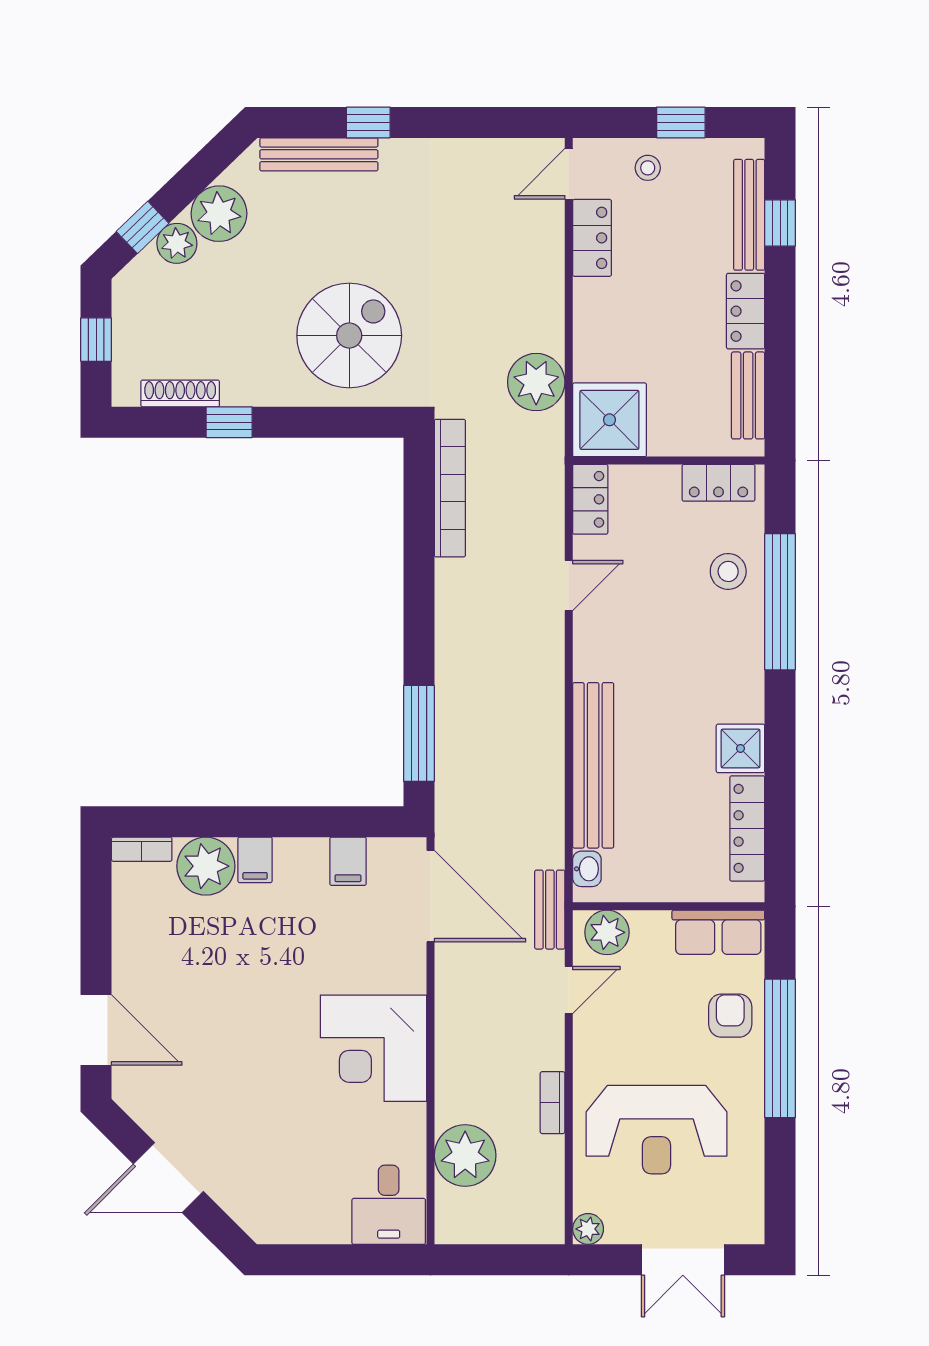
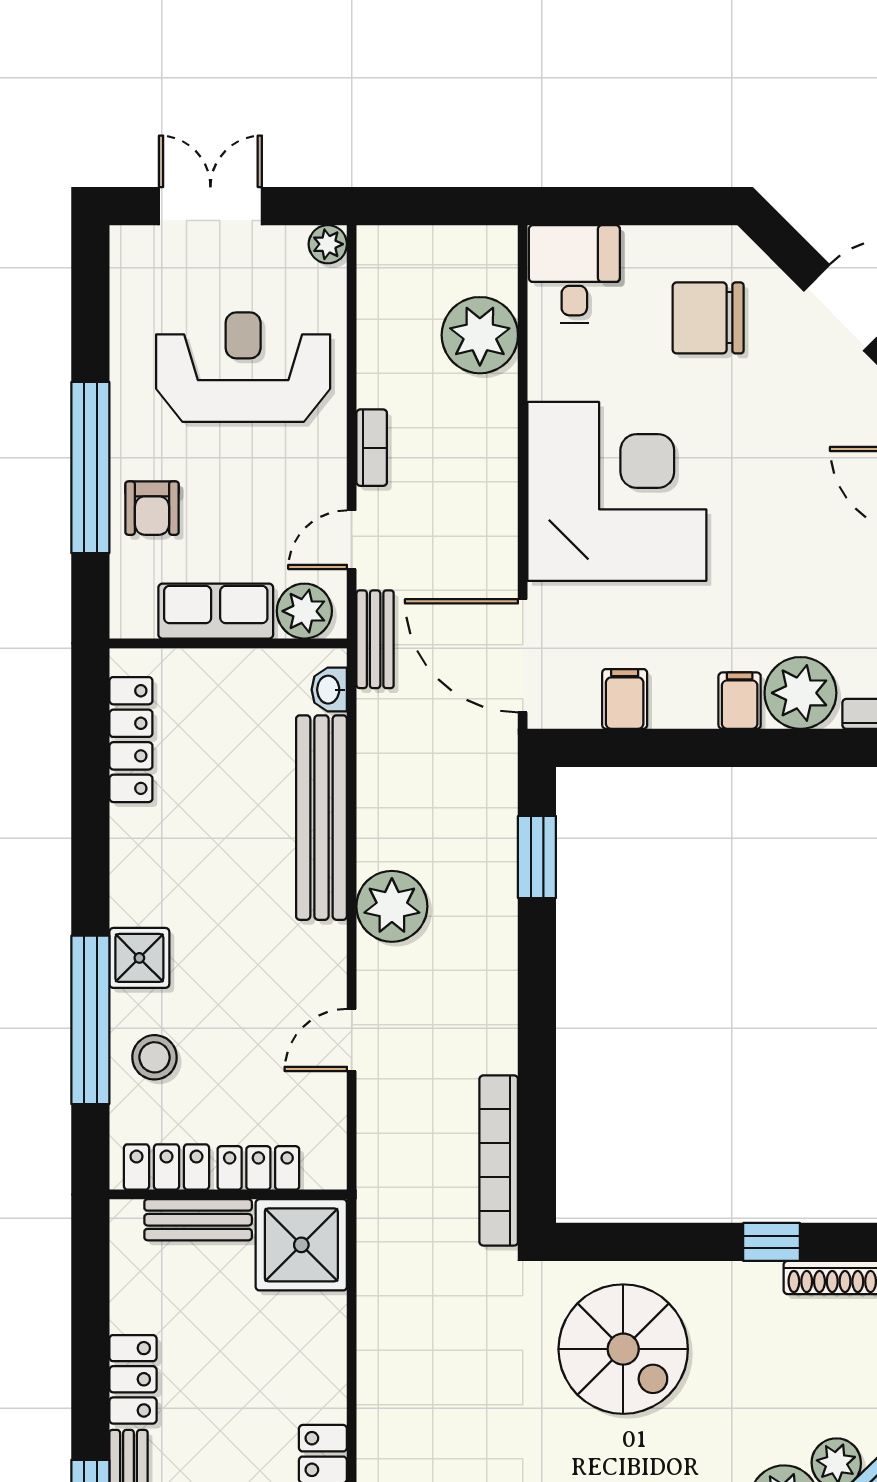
spiral stairs: (349, 336) -> (623, 1349), turned -90
plant: (536, 382) -> (392, 906), moved
bench: (748, 395) -> (198, 1220), moved, turned 90
locker: (590, 499) -> (258, 1168), moved, turned 90
window: (419, 733) -> (537, 857), width x0.69
shower: (740, 748) -> (139, 958), moved
row of seats: (718, 932) -> (216, 611), moved
corner desk: (373, 1048) -> (617, 491), width x1.36, depth x1.36
bookcase: (553, 1103) -> (372, 448), moved
chair: (280, 1169) -> (708, 318), added

